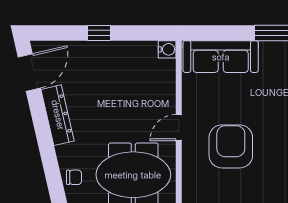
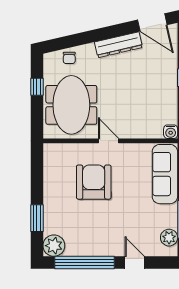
armchair: (231, 146) -> (94, 182), turned -90

